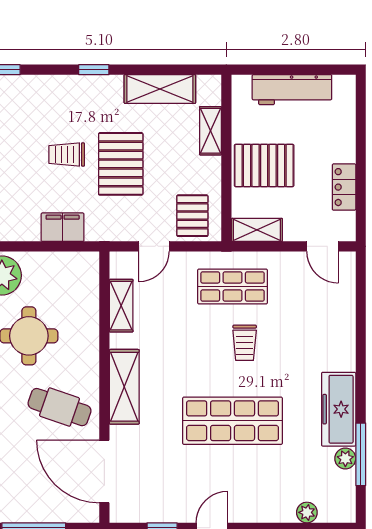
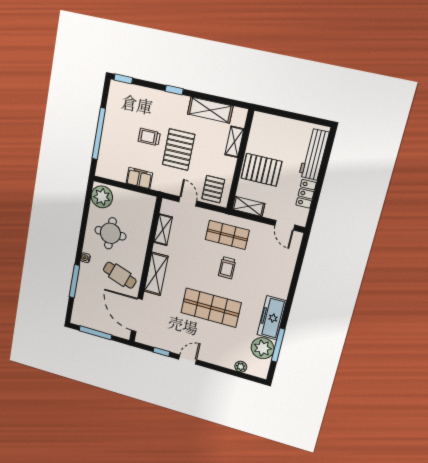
workbench: (292, 90) -> (314, 154), moved, turned 90
door: (154, 246) -> (188, 201), swing flipped
plant: (345, 459) -> (263, 348), width x1.87, depth x1.87

